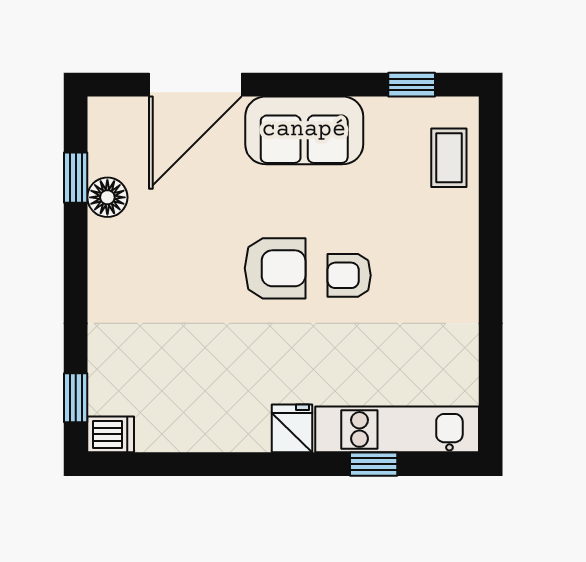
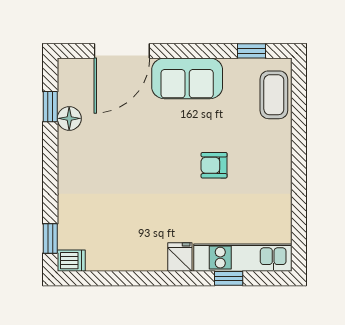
coffee table: (449, 158) -> (274, 95), width x1.36, depth x1.30
armchair: (275, 268) -> (170, 161), removed

